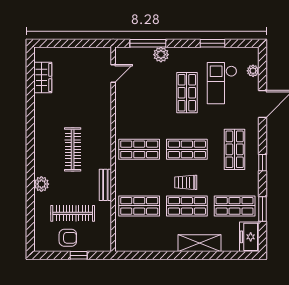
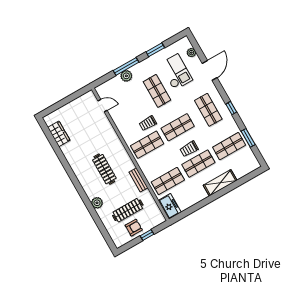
window: (148, 43) -> (126, 66), moved
door: (113, 73) -> (103, 106), hinge flipped
checkout: (222, 83) -> (176, 72), turned 180
trolley: (154, 125) -> (148, 123), added
freezer: (249, 237) -> (170, 206), moved, turned 180

